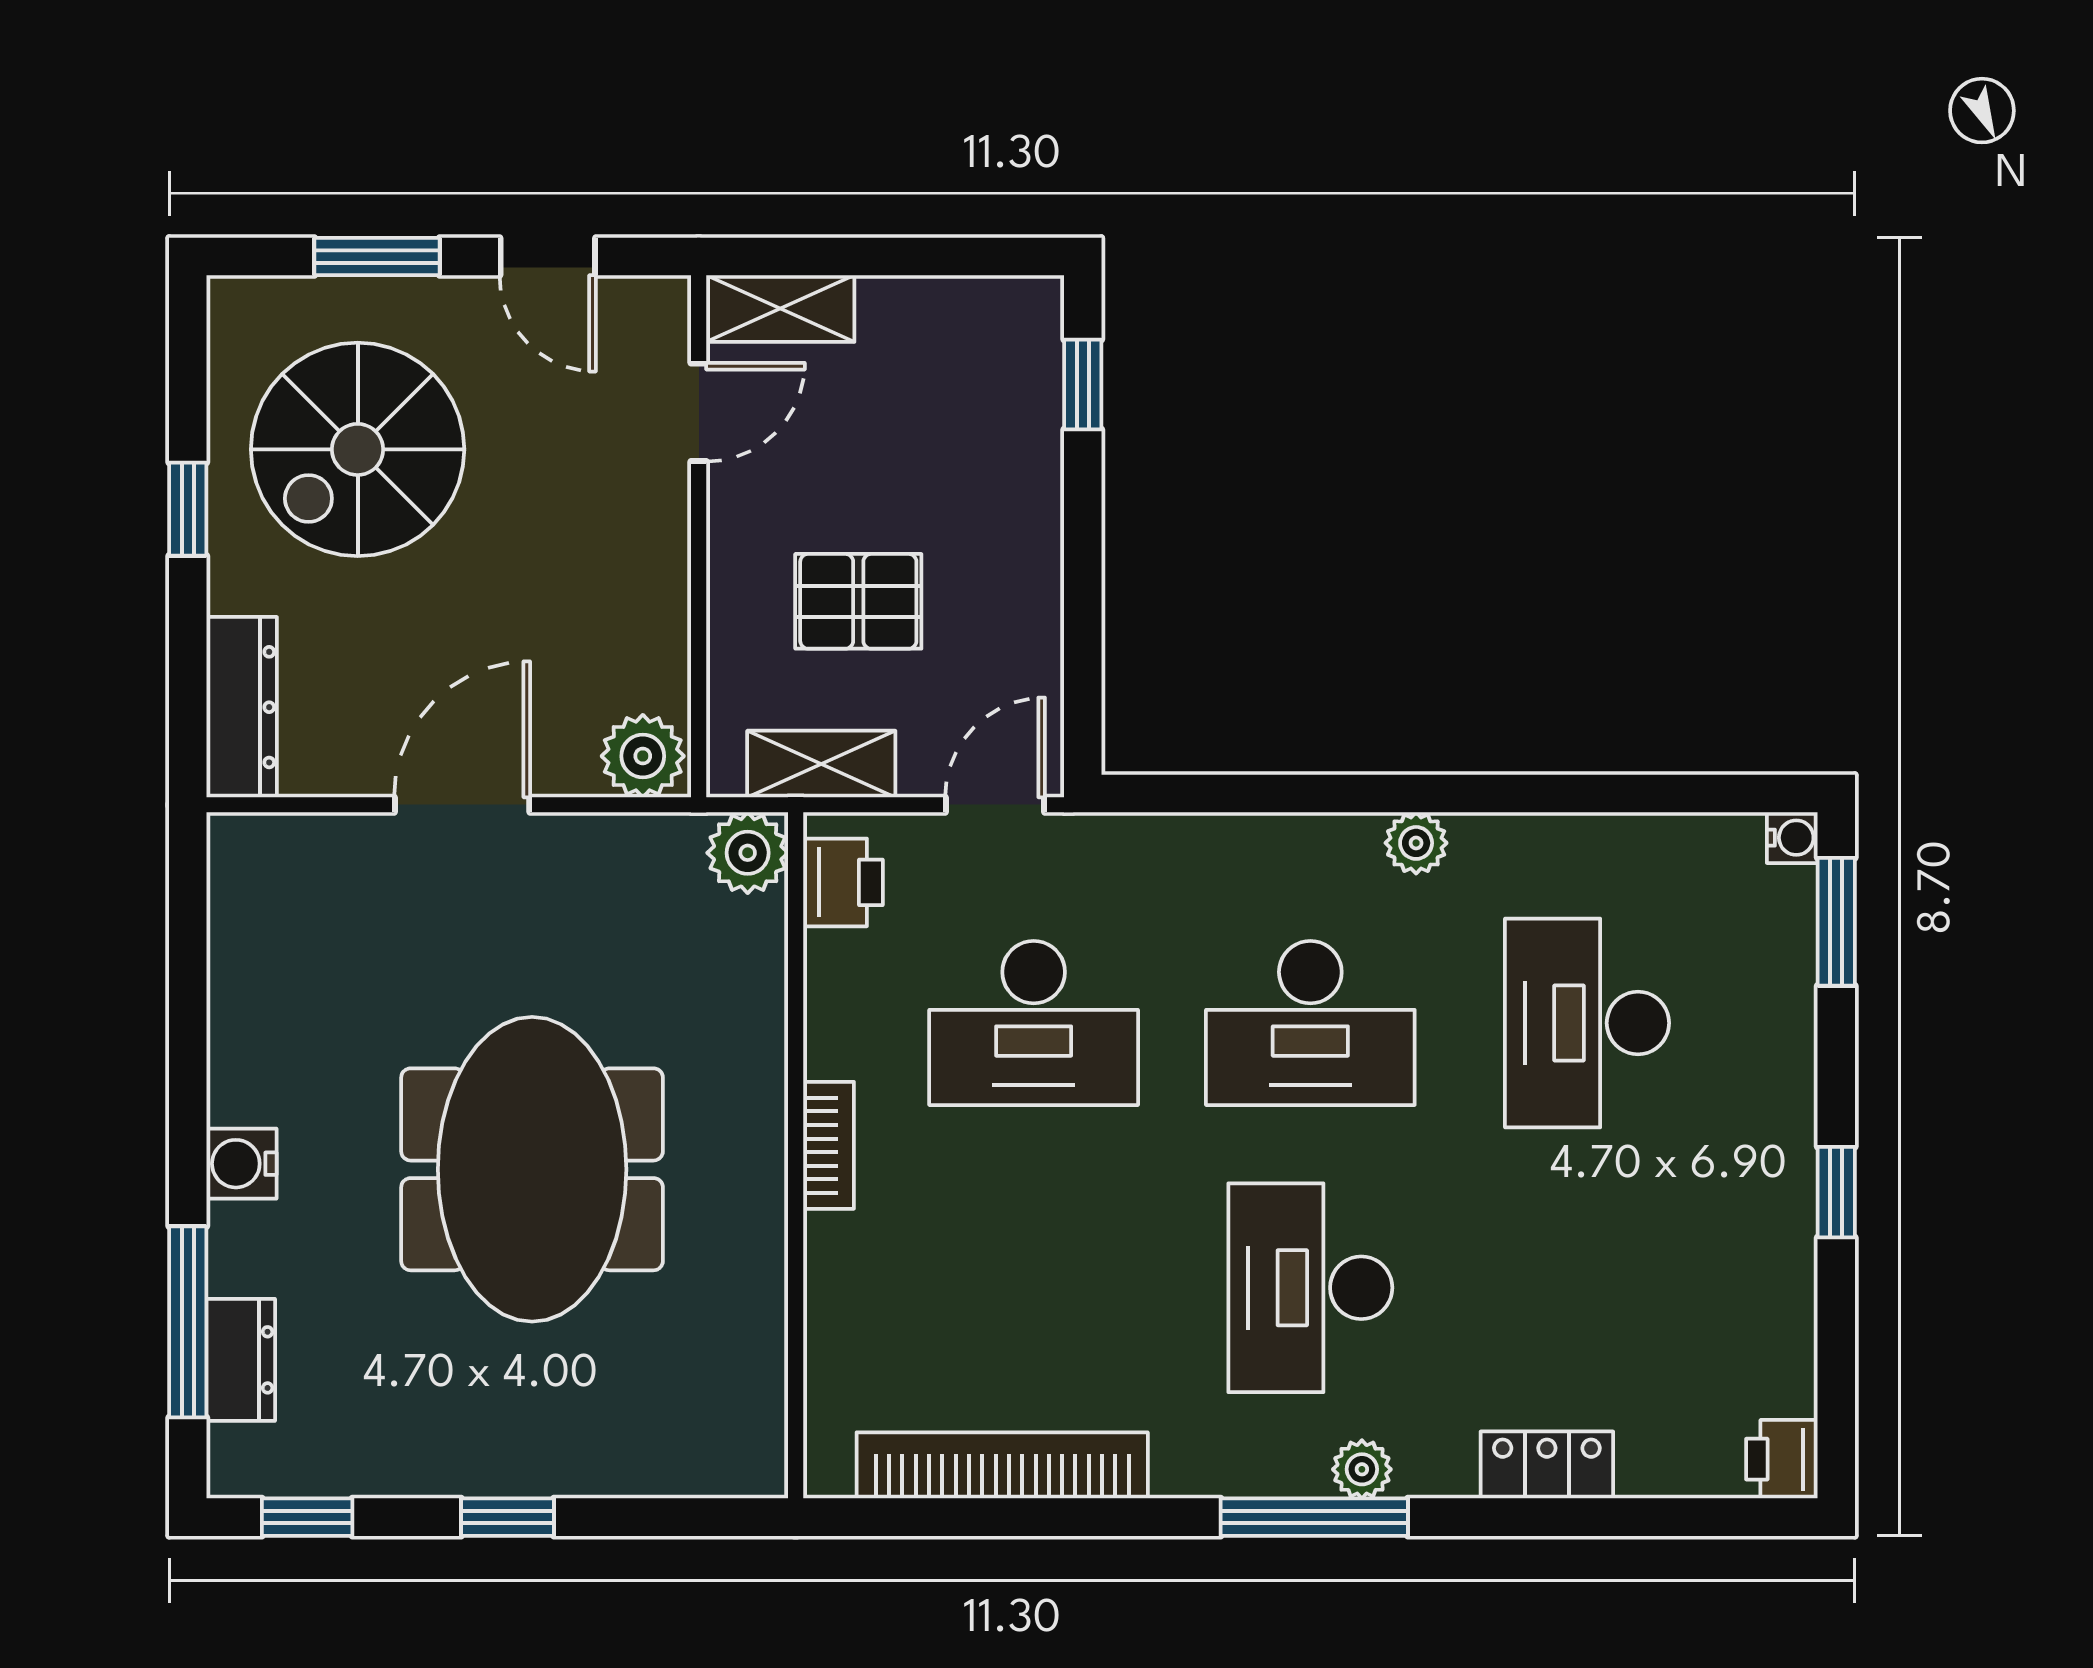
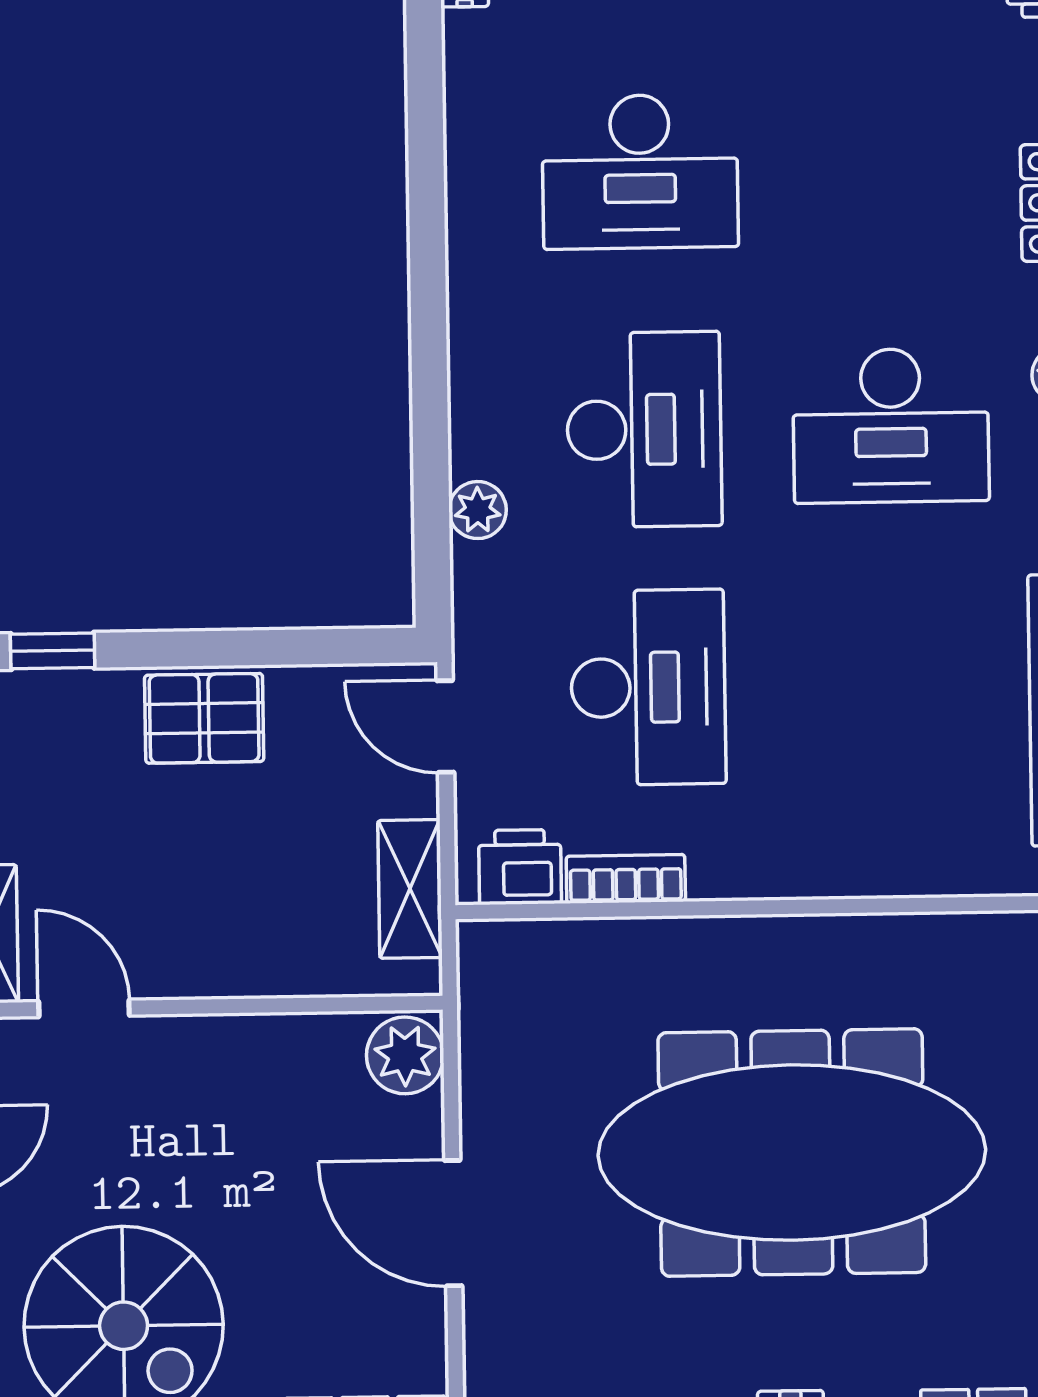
pallet: (858, 601) -> (204, 718), moved, turned 90
plant: (1416, 843) -> (478, 510), moved
plant: (748, 853) -> (494, 956), removed
bookcase: (829, 1145) -> (626, 879), moved
meeting table: (532, 1169) -> (792, 1153), width x1.36

